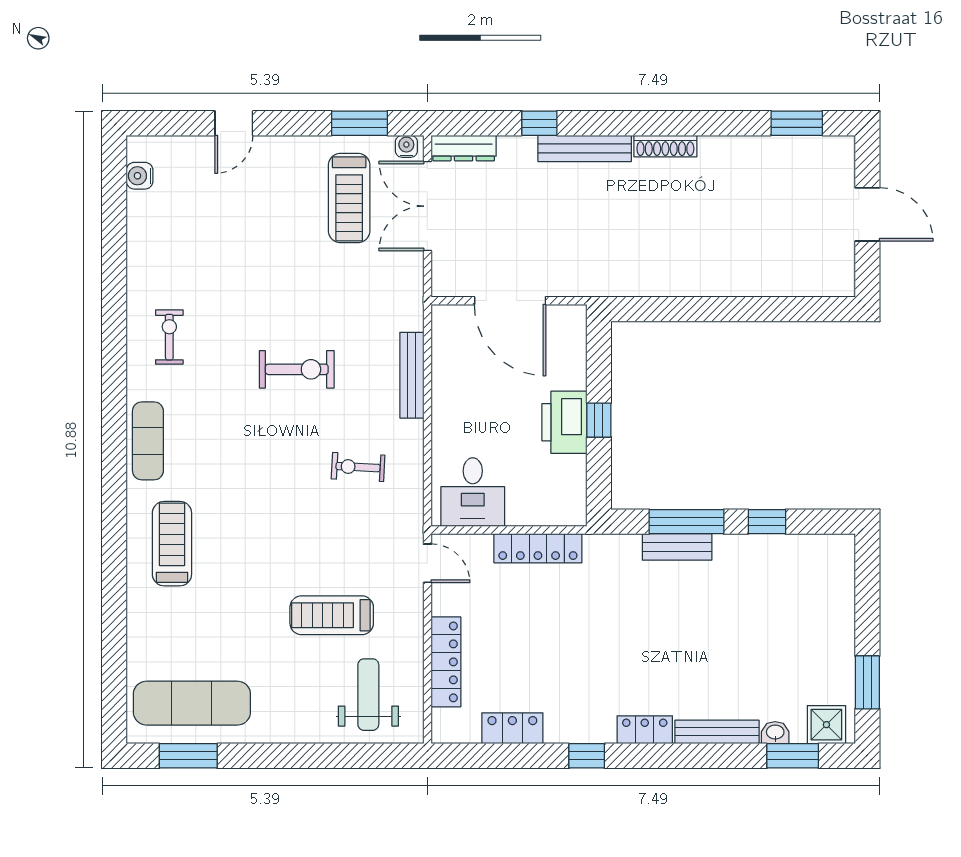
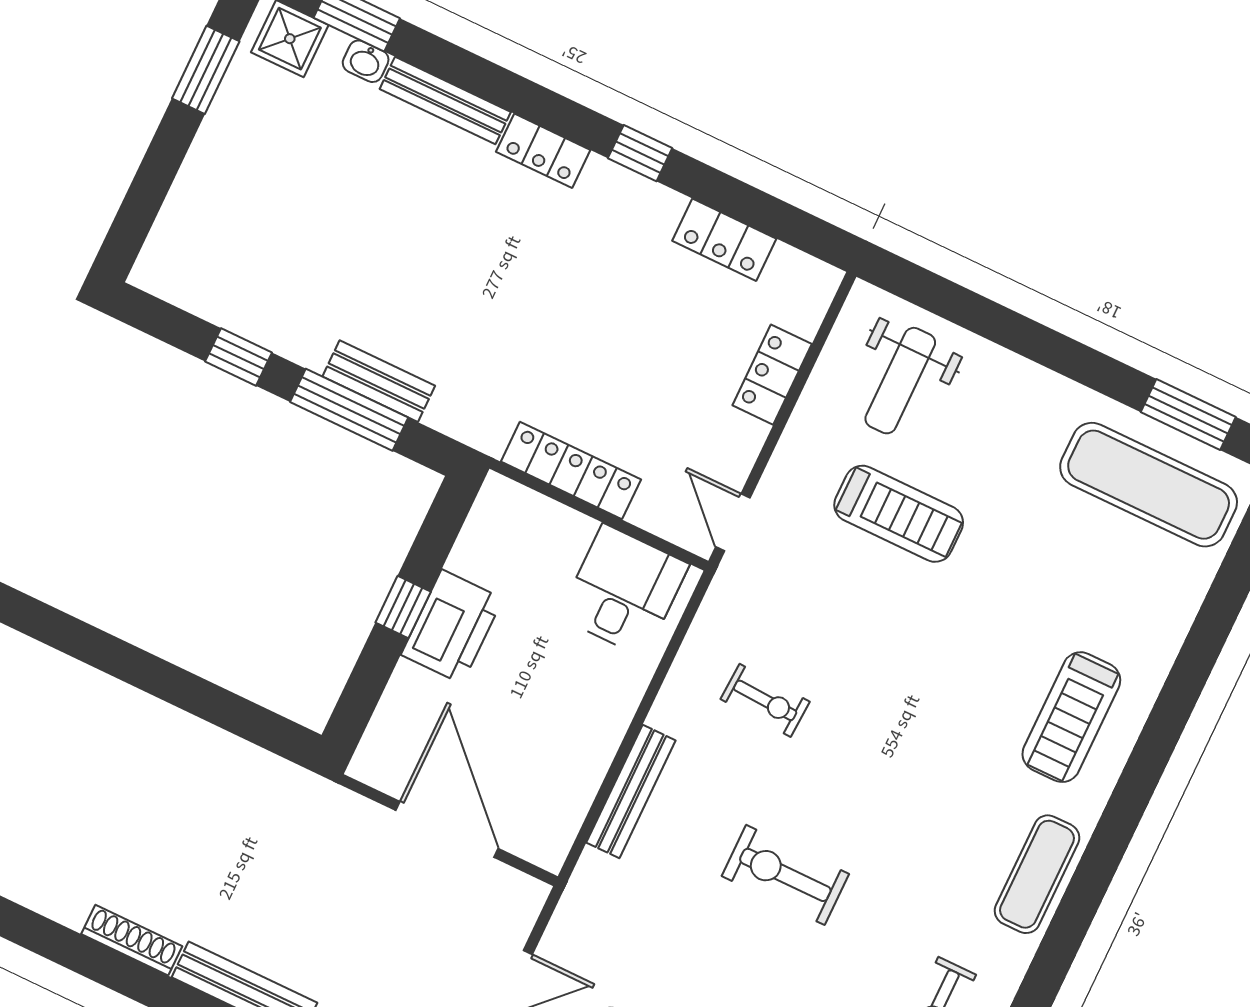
locker: (446, 662) -> (772, 375), width x0.66

